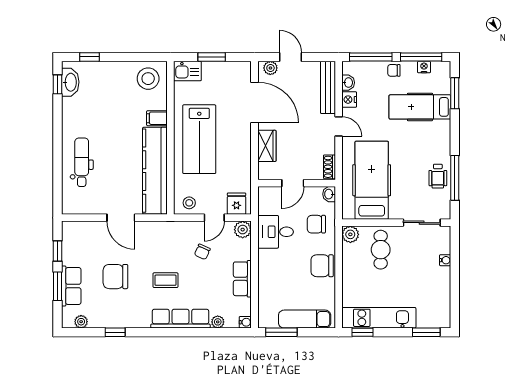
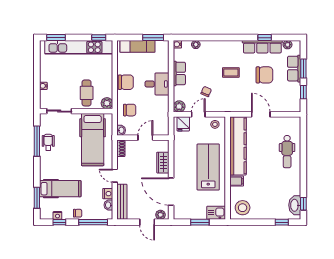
window: (421, 57) -> (59, 222), width x0.46
desk: (276, 232) -> (157, 84), moved
kitchen unit: (379, 318) -> (79, 47), width x1.36
row of seats: (180, 319) -> (262, 47), moved

